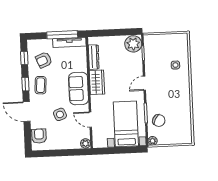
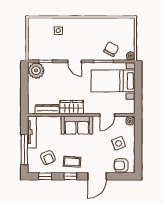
window: (62, 35) -> (24, 150), moved
side table: (60, 114) -> (119, 143), moved

